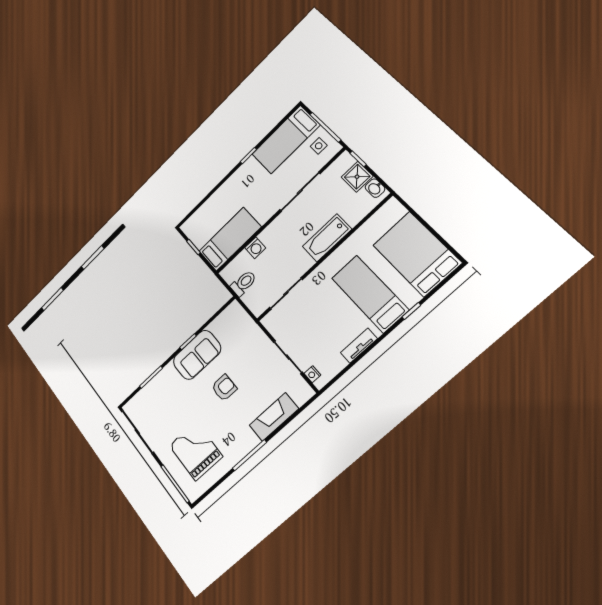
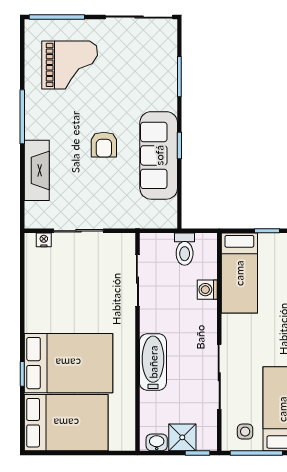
bed: (370, 294) -> (68, 363), width x1.50
tv unit: (359, 346) -> (33, 303), removed
sofa: (197, 355) -> (159, 155), width x1.36

